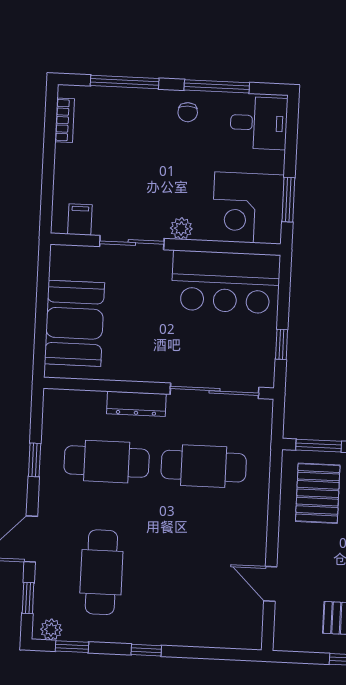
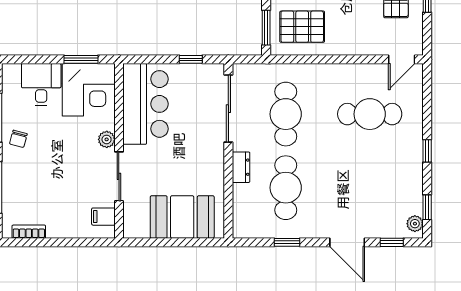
chair: (188, 112) -> (18, 139), turned 105
desk: (259, 123) -> (41, 85), moved
dresser: (136, 404) -> (241, 167), width x0.70
cafe table: (101, 572) -> (370, 114), moved
door: (270, 584) -> (402, 59), moved

